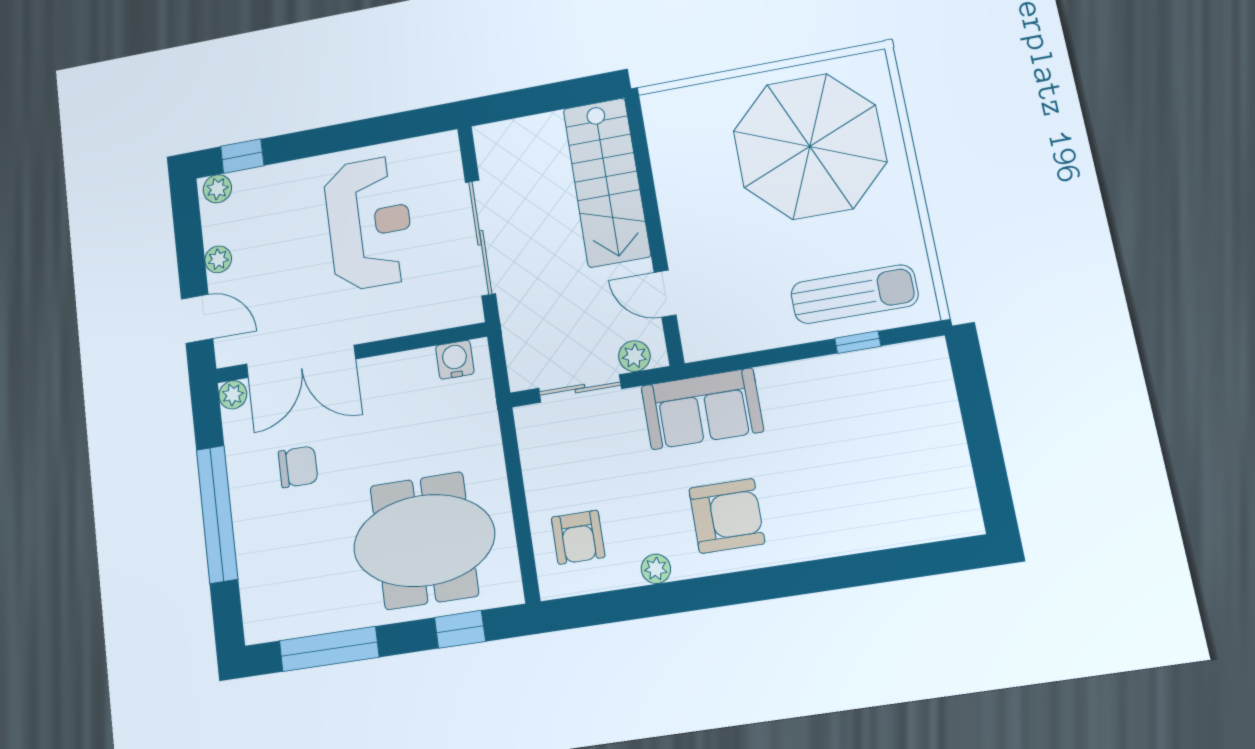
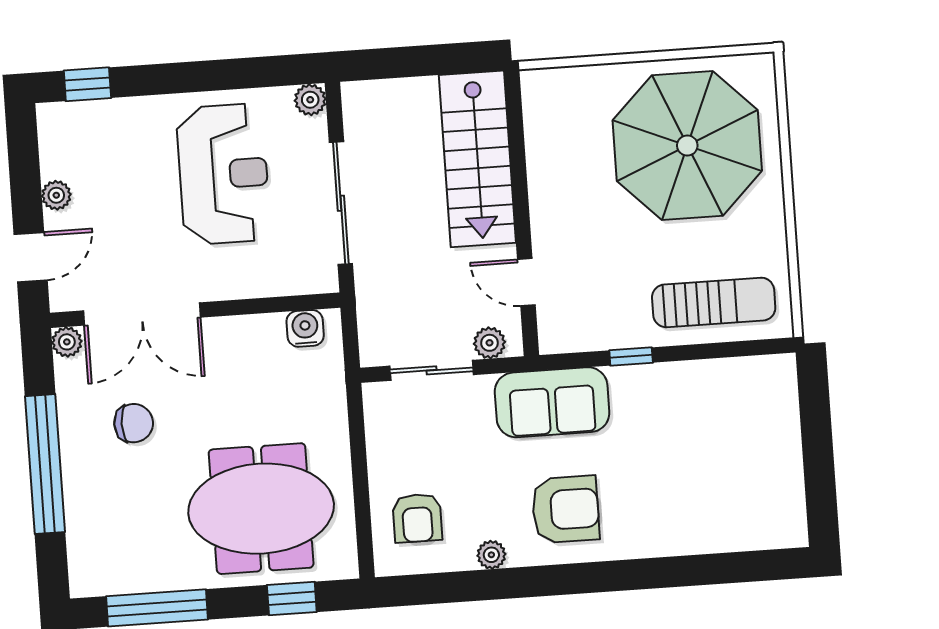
plant: (217, 189) -> (310, 100), moved
door: (197, 319) -> (31, 257), hinge flipped
window: (858, 342) -> (631, 356), moved

